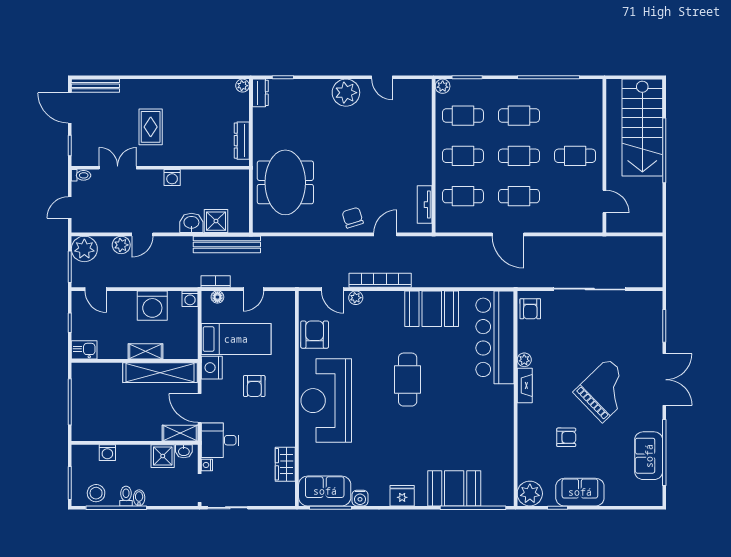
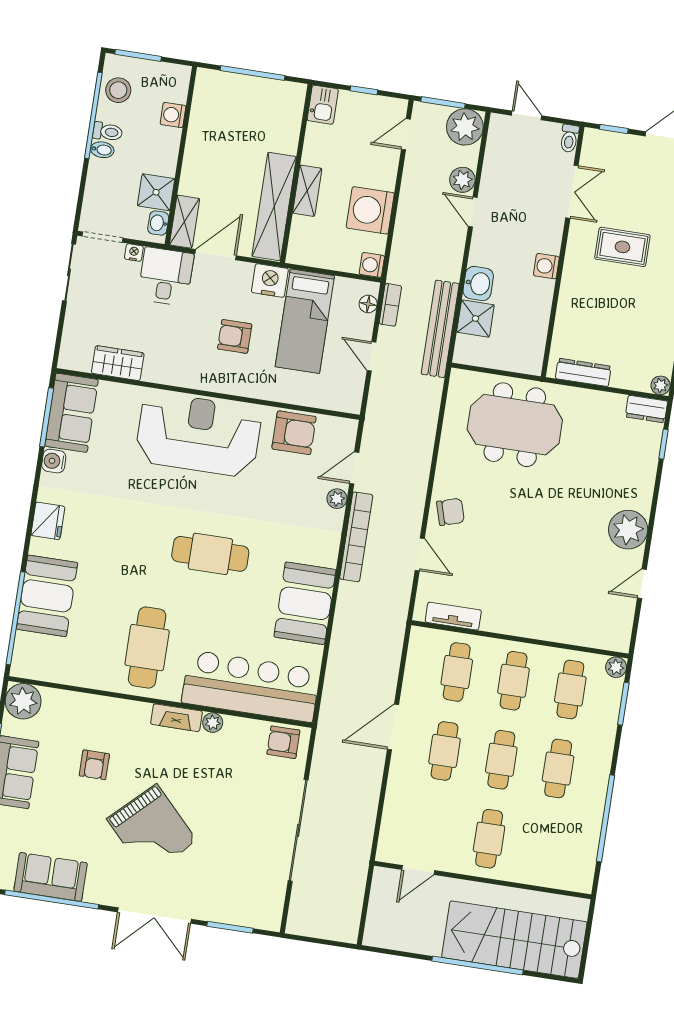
cafe table: (479, 413) -> (147, 648), added

